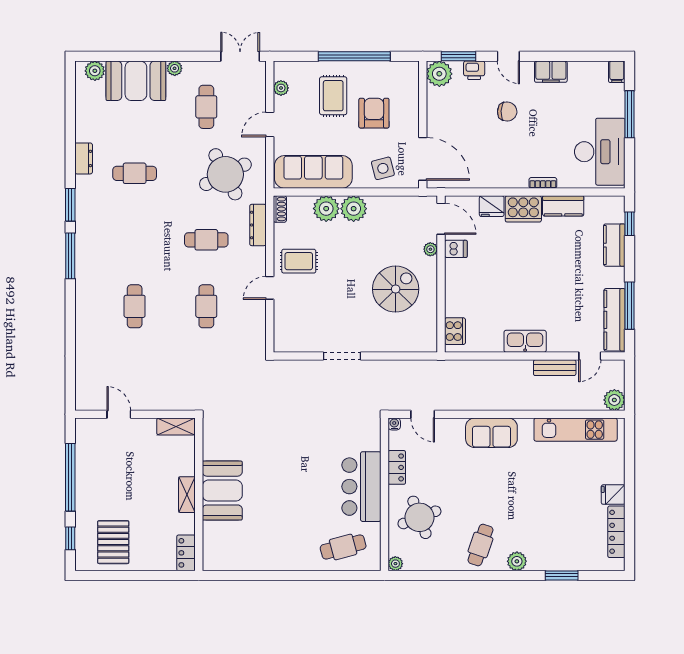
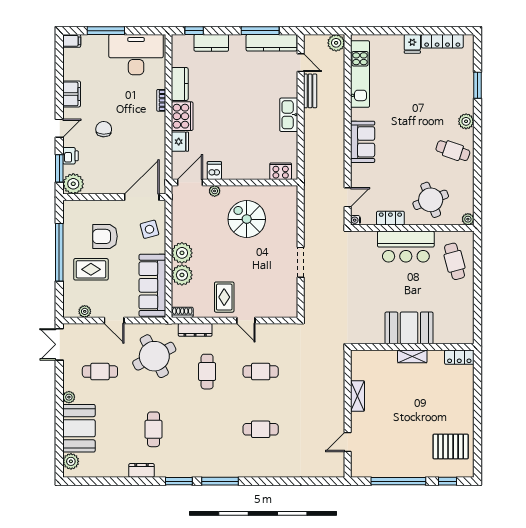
booth: (222, 491) -> (409, 328), moved
wall: (199, 494) -> (412, 347), moved
shelving: (187, 495) -> (412, 356), moved
locker: (186, 553) -> (459, 357), moved

